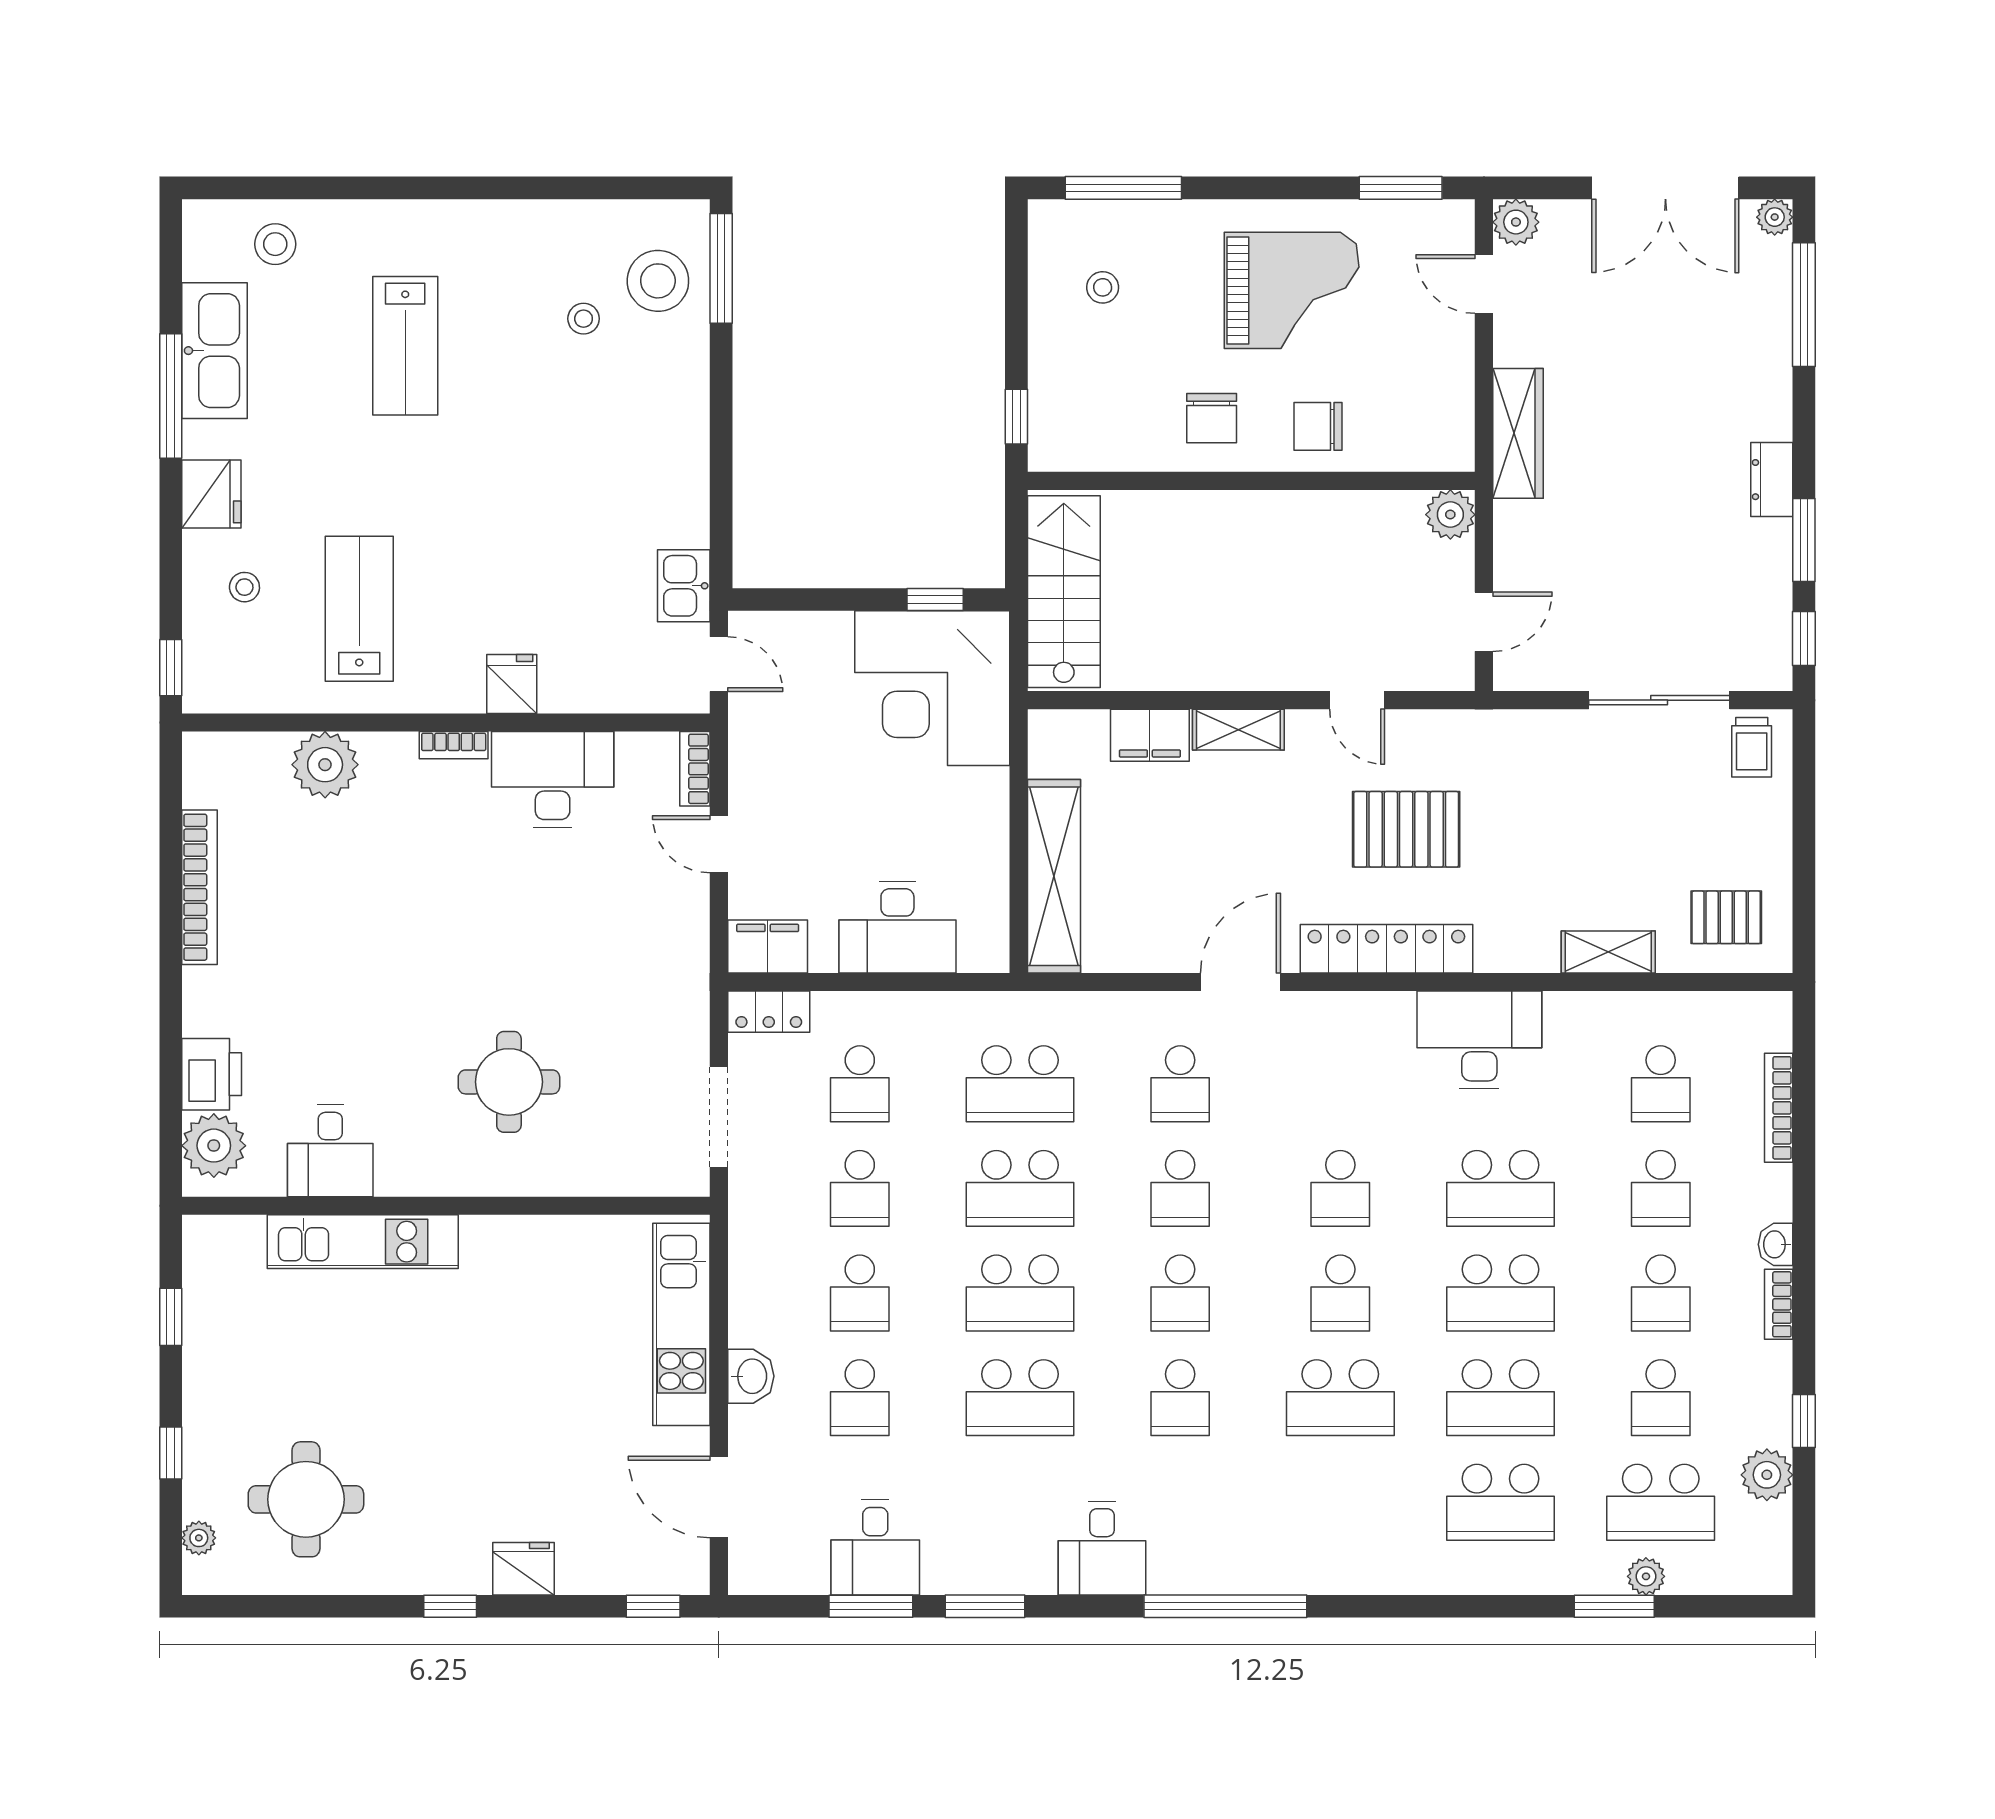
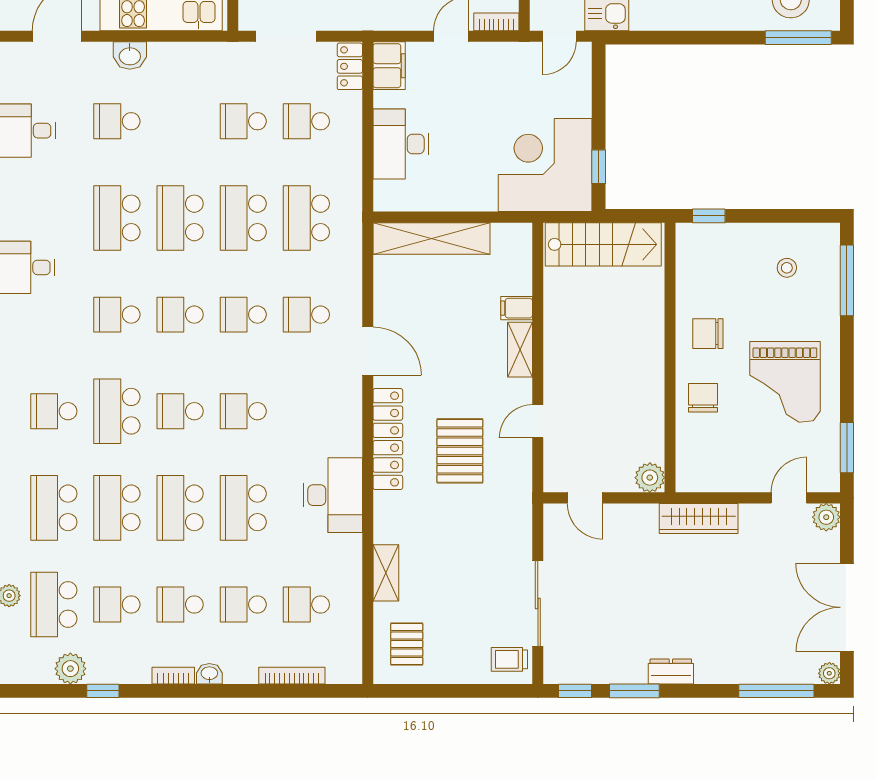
filing cabinet: (1150, 735) -> (517, 308), width x0.50
school desk: (860, 1293) -> (54, 411), moved

